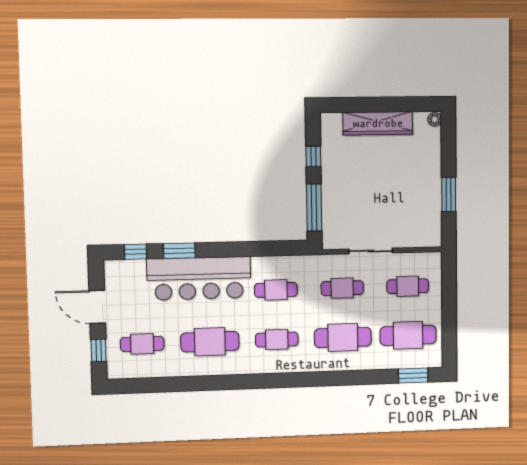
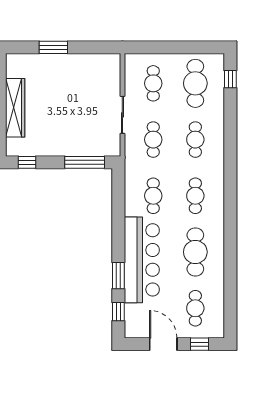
plant: (435, 119) -> (13, 59), removed
window: (313, 157) -> (27, 162), moved
window: (449, 194) -> (53, 47), moved
door: (97, 307) -> (163, 344), swing flipped
cafe table: (343, 337) -> (195, 140), width x0.73, depth x0.74
window: (413, 376) -> (230, 79), width x0.67

